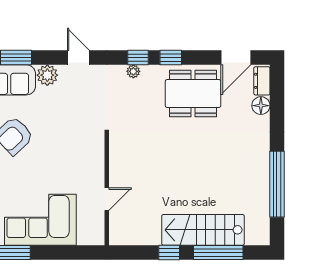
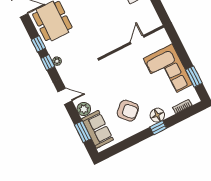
door: (78, 58) -> (65, 96), swing flipped
door: (107, 199) -> (137, 40), hinge flipped

